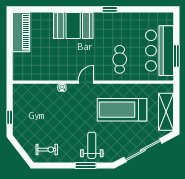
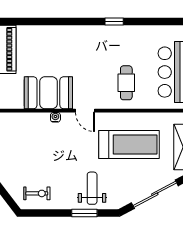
booth: (73, 25) -> (48, 93), moved
door: (86, 82) -> (85, 111), swing flipped
treadmill: (122, 110) -> (129, 145), turned 180

